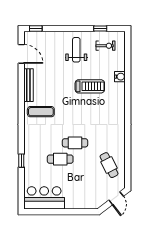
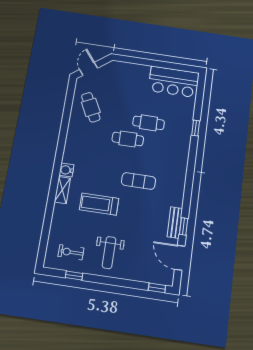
water cooler: (120, 77) -> (66, 170), moved
window: (21, 79) -> (184, 226), added
bench: (28, 85) -> (175, 223), width x0.73
shelving: (120, 93) -> (62, 190), added
exercise mat: (41, 112) -> (139, 181), moved

